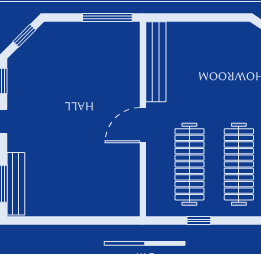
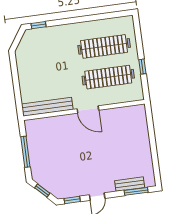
window: (107, 17) -> (25, 152), moved
bench: (16, 184) -> (130, 184), width x0.73

